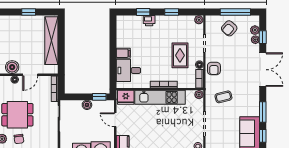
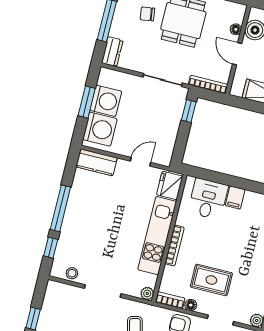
window: (99, 97) -> (189, 111), moved
boiler: (87, 105) -> (173, 126), removed

